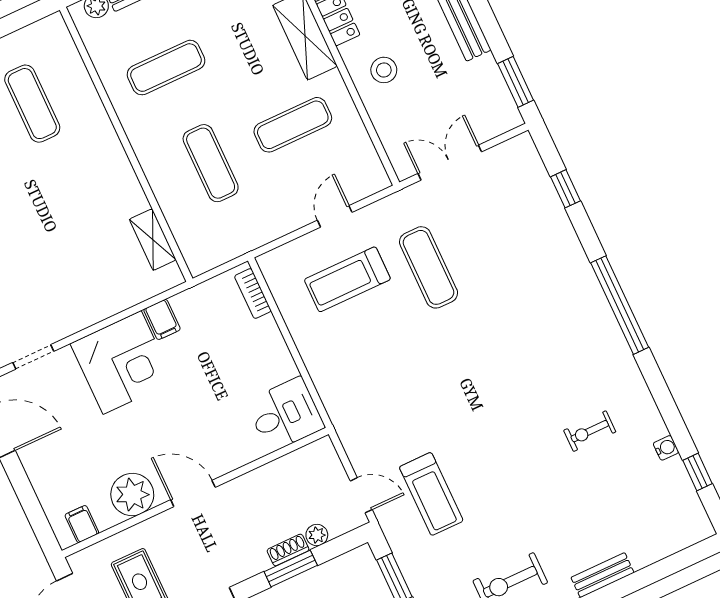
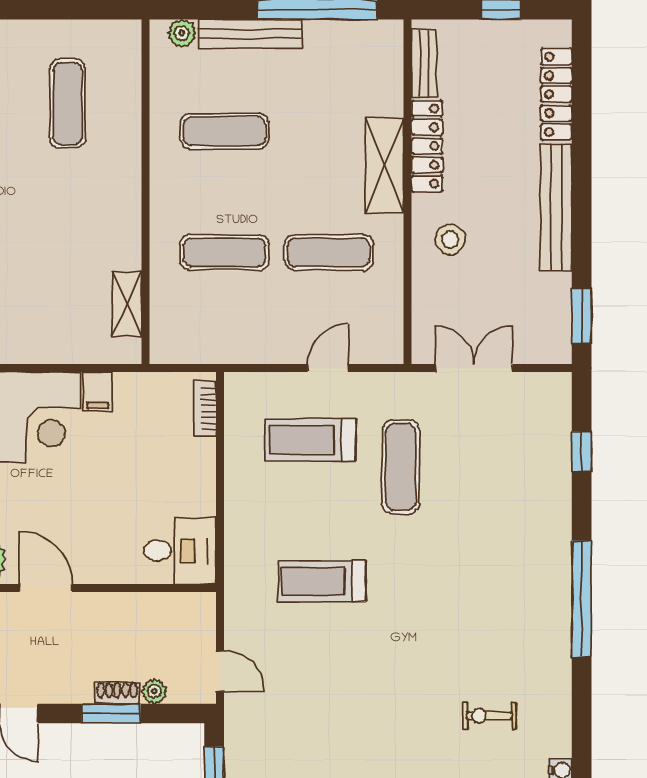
exercise mat: (211, 163) -> (224, 252), turned 90
treadmill: (431, 494) -> (322, 581), moved, turned 90

